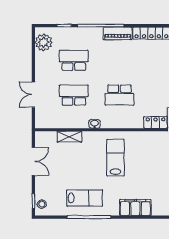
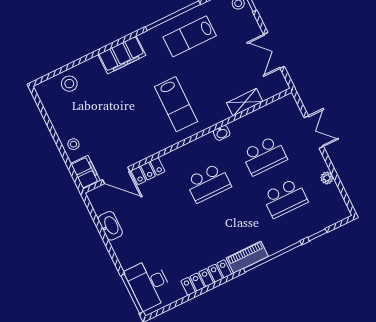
plant: (44, 42) -> (327, 178), moved, width x0.53, depth x0.53
school desk: (120, 95) -> (208, 183), turned 180

